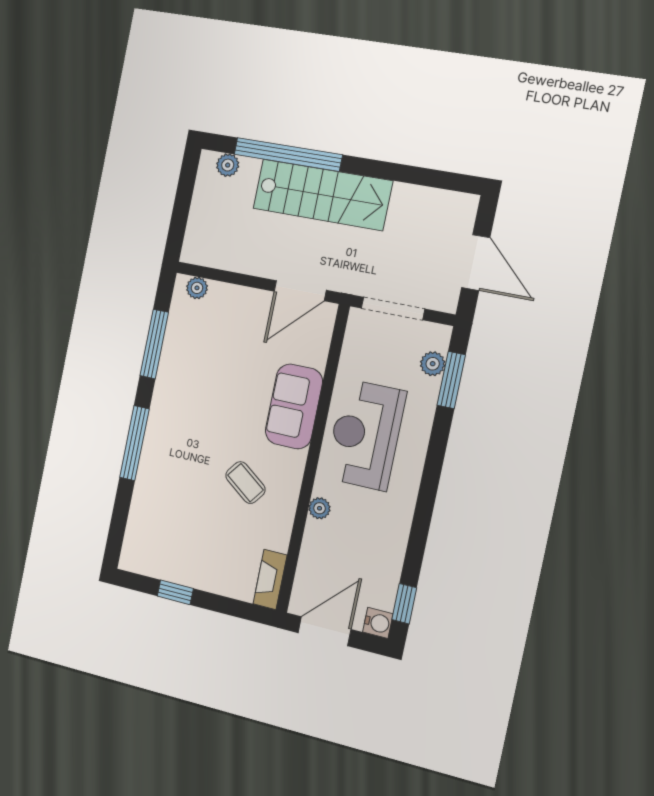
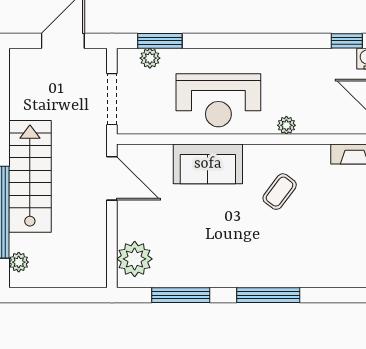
plant: (197, 288) -> (135, 259), width x1.88, depth x1.88

